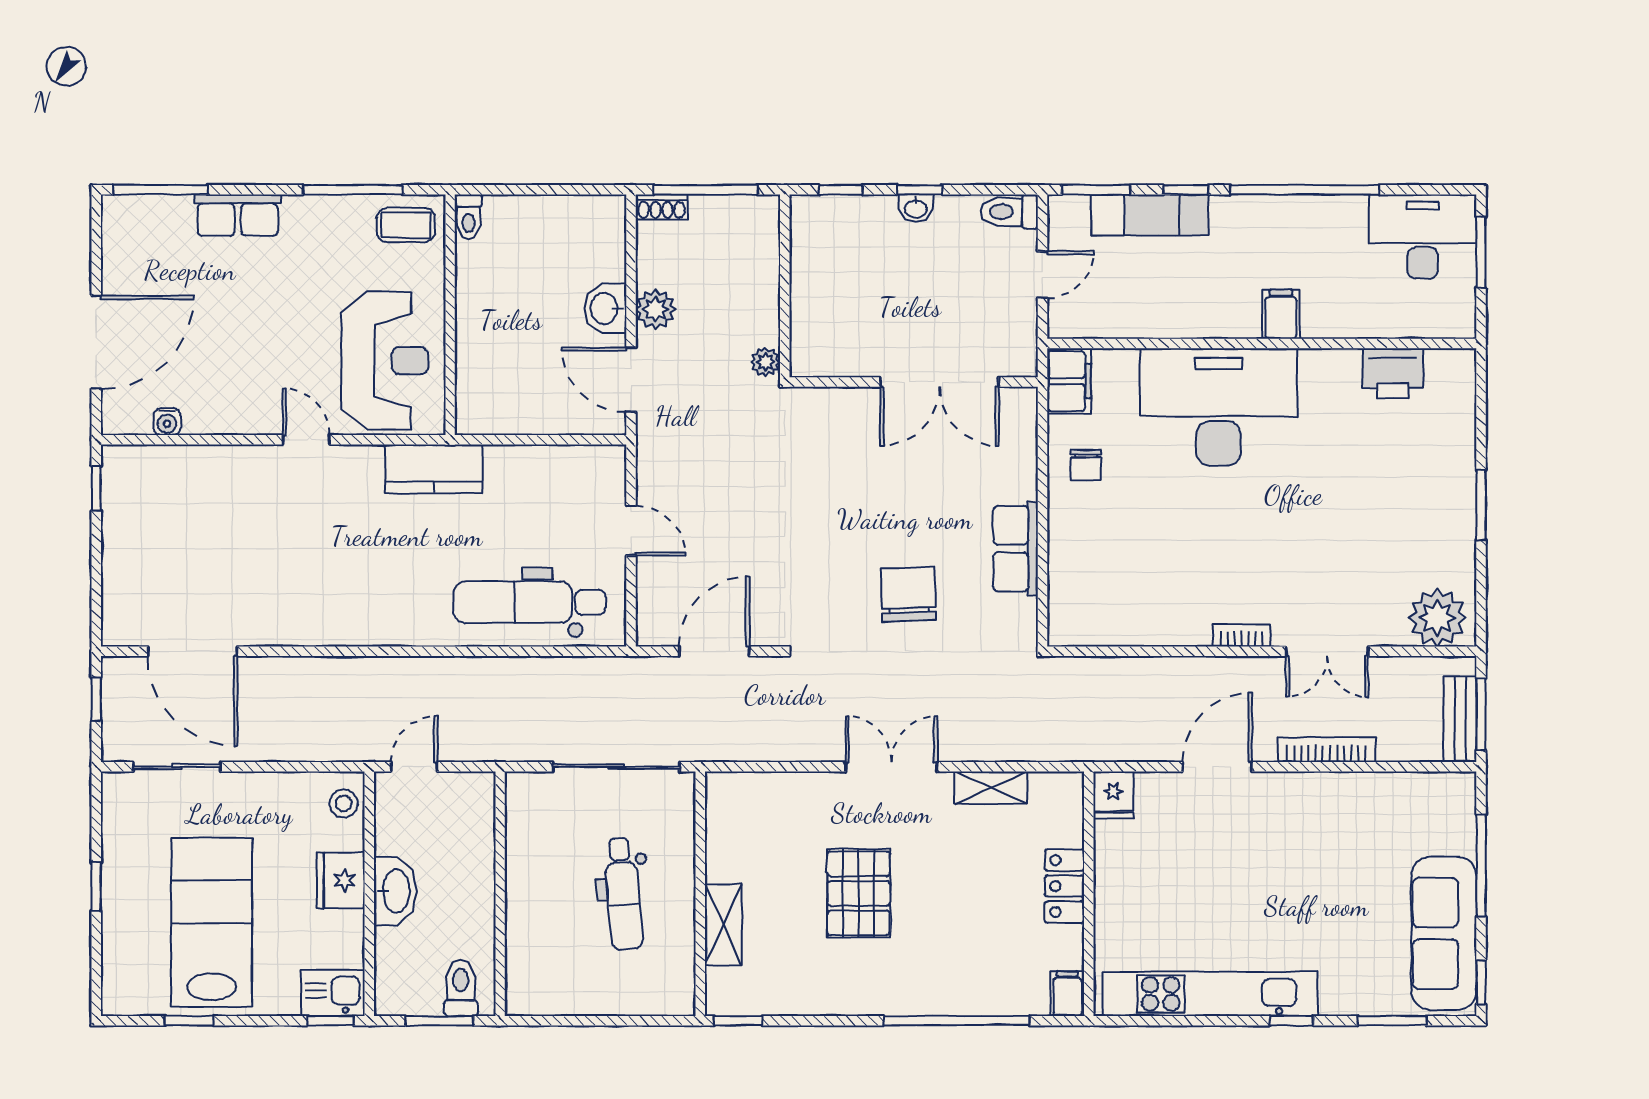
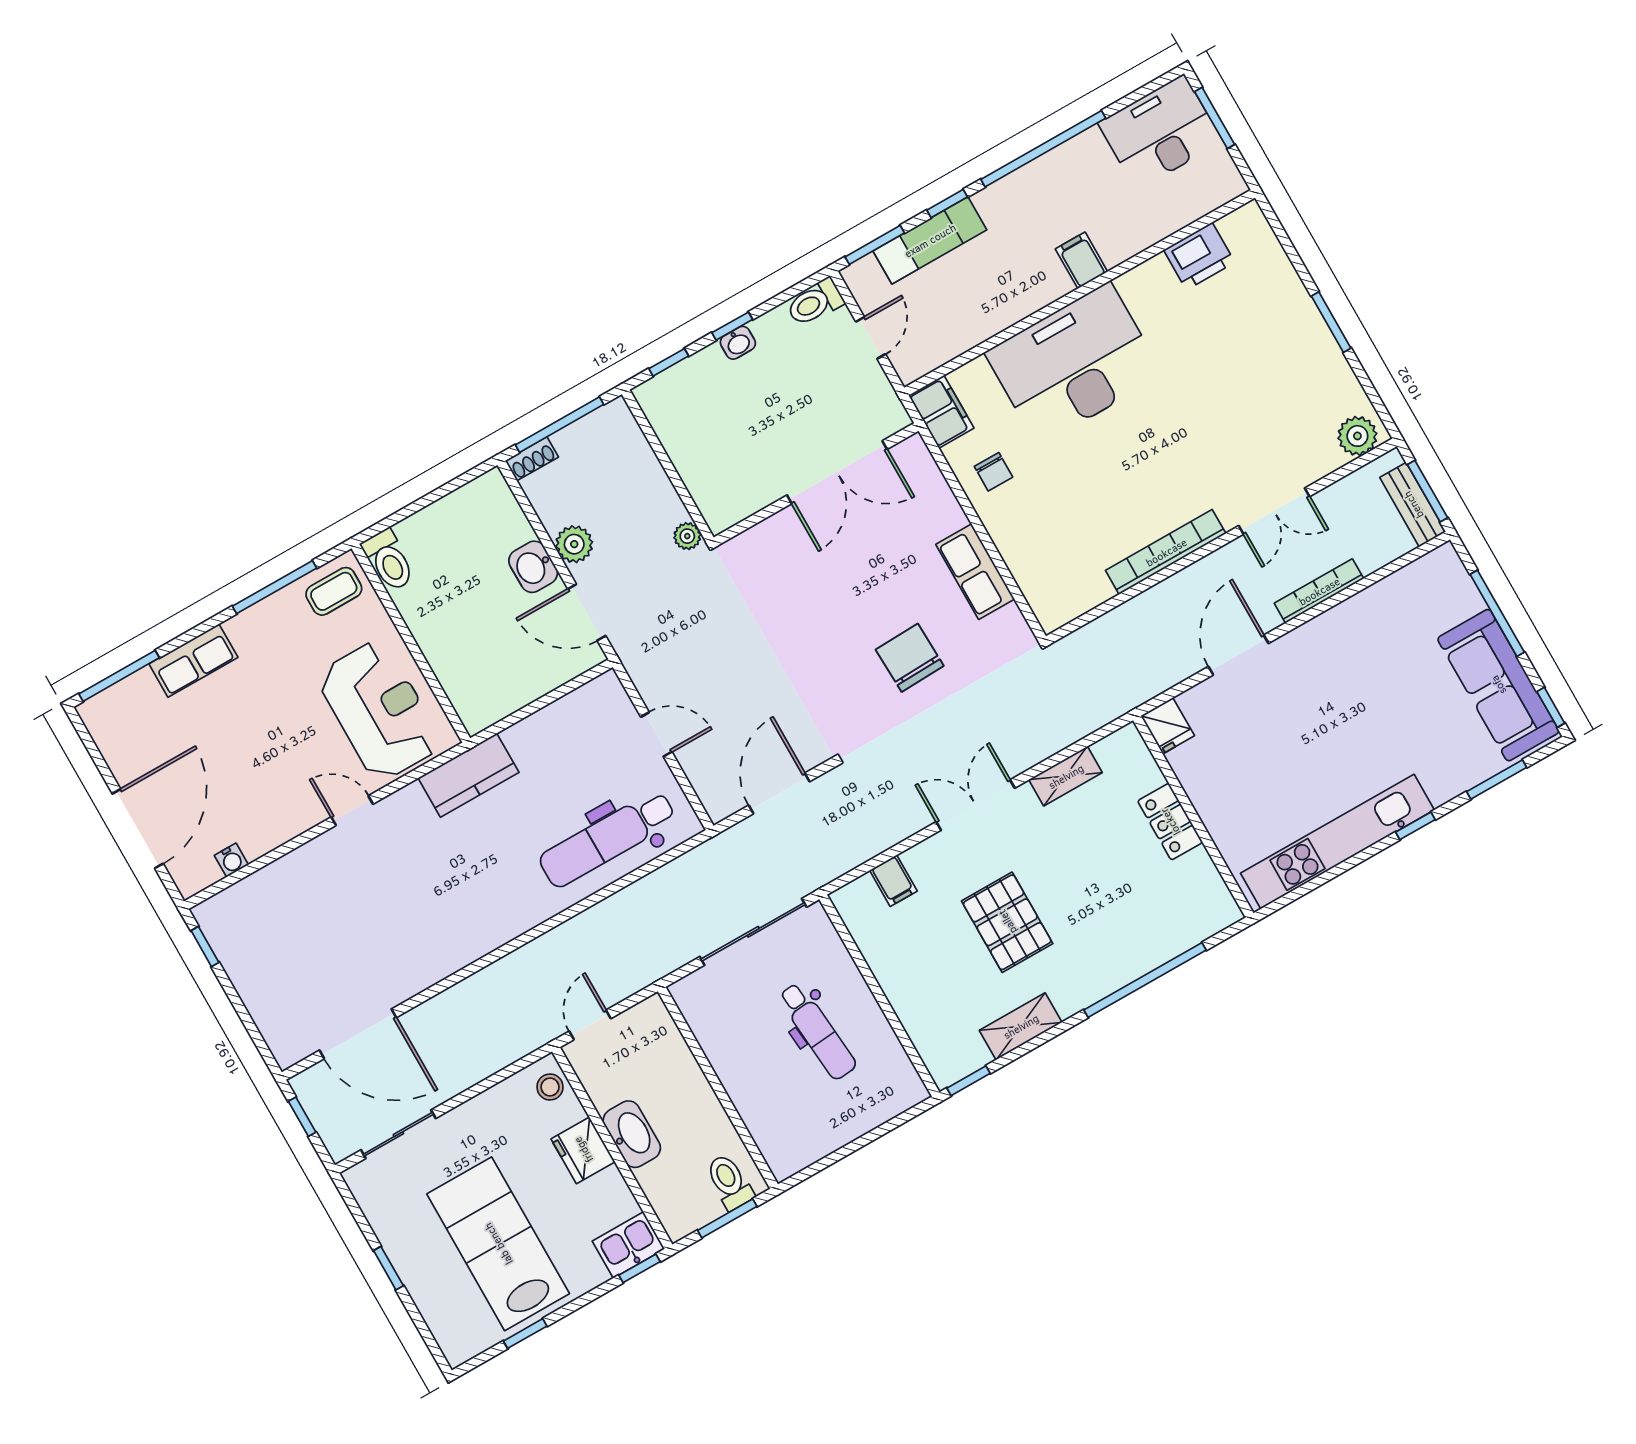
toilet: (469, 217) -> (389, 560), width x1.37, depth x1.39
plant: (1437, 618) -> (1357, 436), width x0.73, depth x0.73
bookcase: (1242, 635) -> (1166, 552), width x2.31, depth x1.31
shelving: (723, 925) -> (1021, 1026), moved, turned 90
filing cabinet: (1067, 994) -> (893, 881), moved, turned 180

